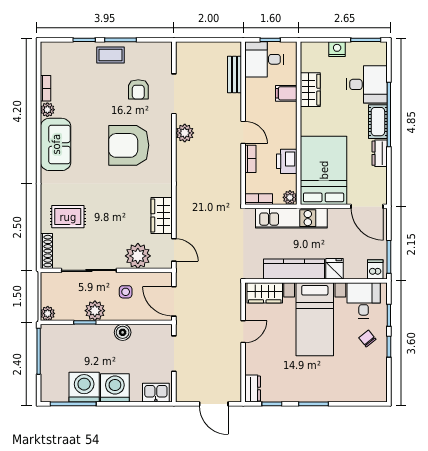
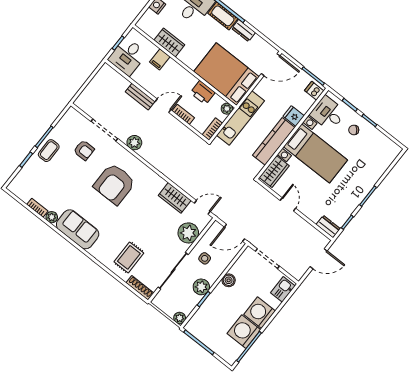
bench: (234, 74) -> (140, 97), moved

